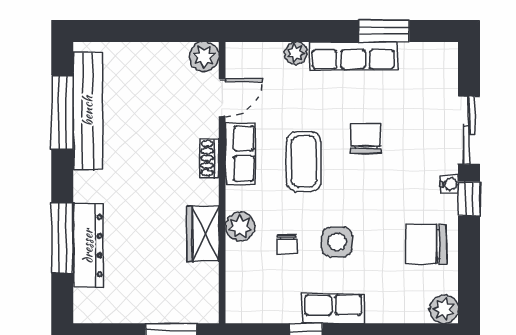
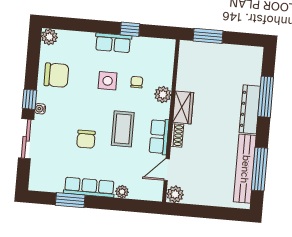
wardrobe: (203, 234) -> (183, 107), moved
dresser: (88, 246) -> (250, 109), moved

